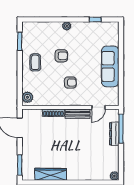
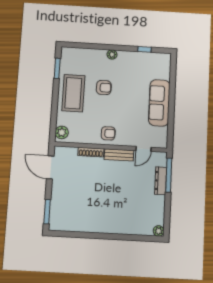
coffee table: (35, 62) -> (73, 93), width x1.86, depth x1.72
armchair: (70, 82) -> (108, 133), moved
wardrobe: (51, 174) -> (83, 225), removed

